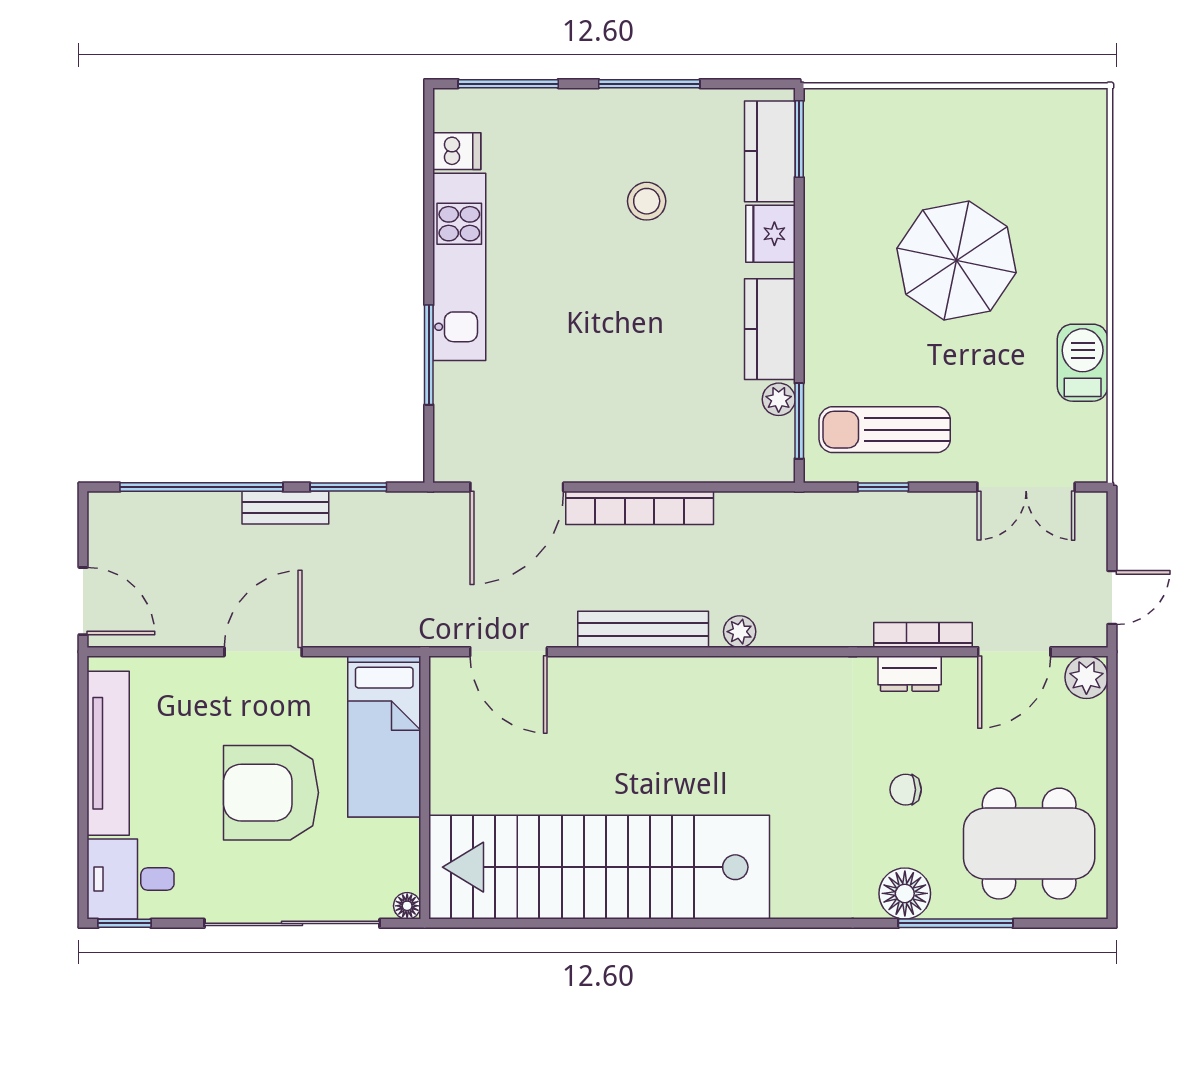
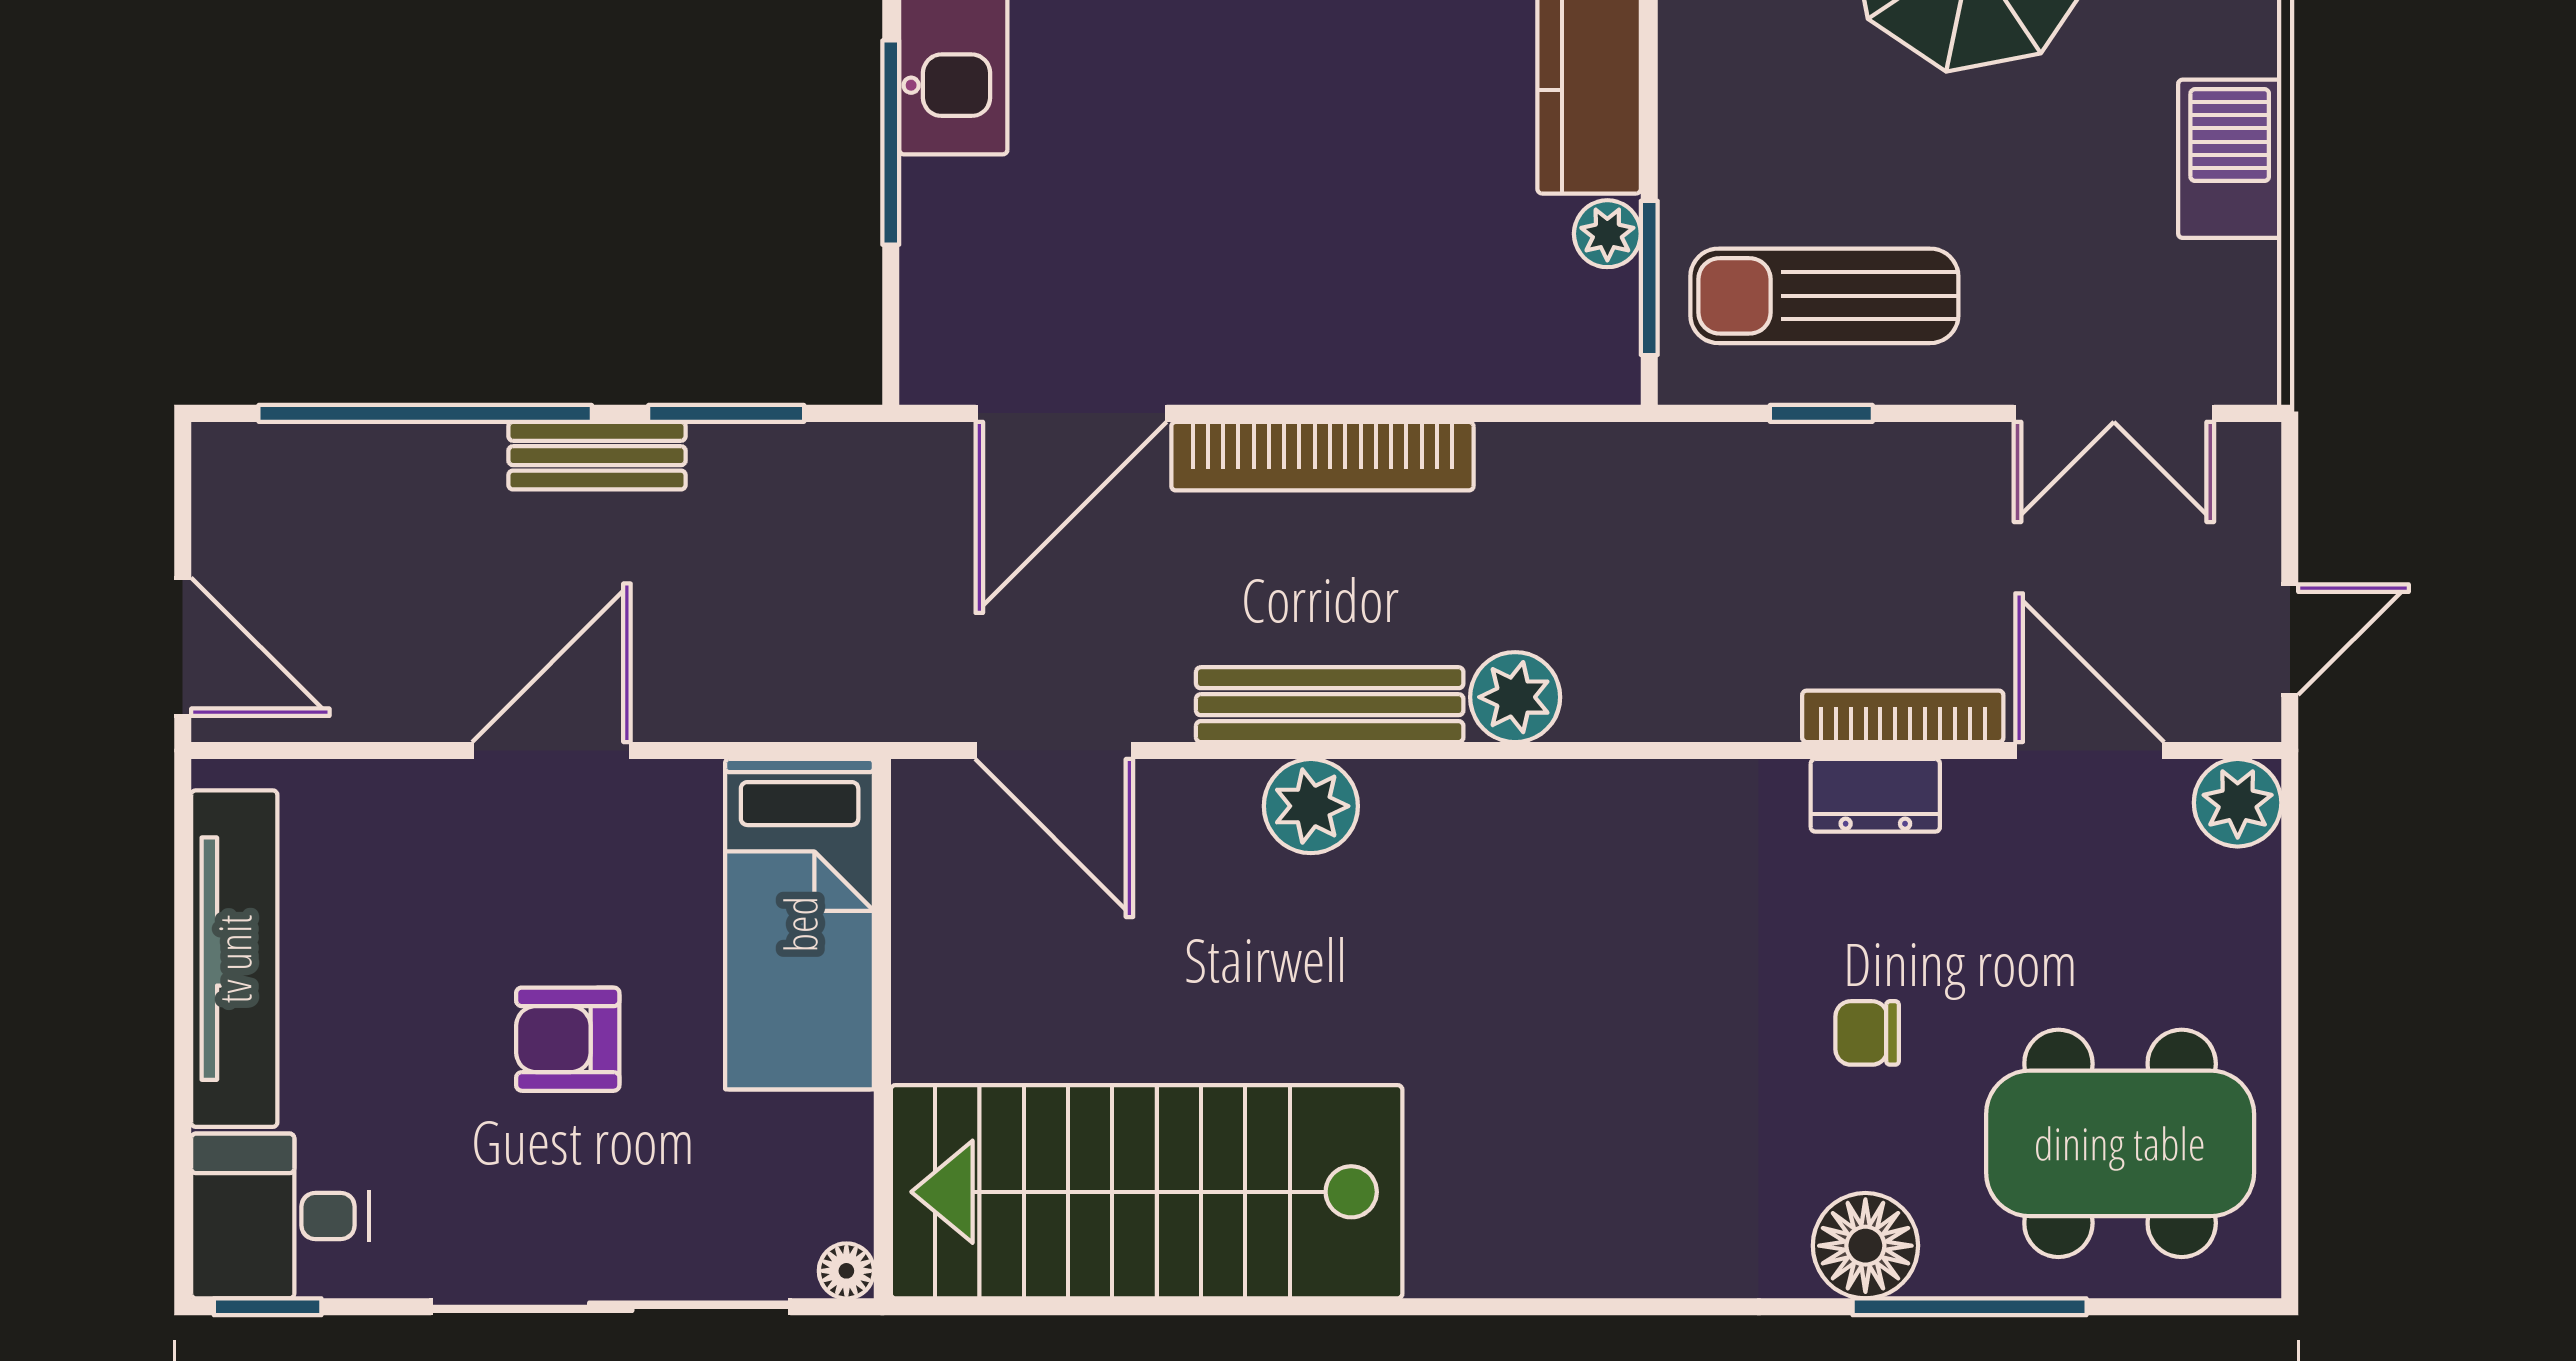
plant: (740, 632) -> (1515, 697), width x1.38, depth x1.38
door: (1014, 652) -> (2090, 751), swing flipped
plant: (634, 679) -> (1311, 806), added
armchair: (271, 793) -> (568, 1039), width x0.53, depth x0.53
stairs: (599, 867) -> (1147, 1192), width x0.73

